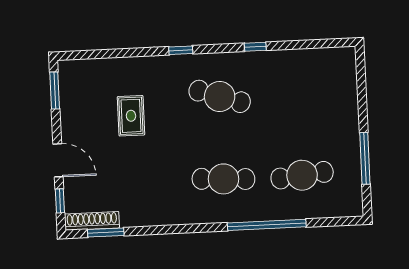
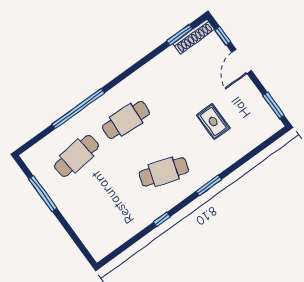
window: (181, 50) -> (209, 185), width x1.50
door: (58, 160) -> (242, 61), hinge flipped

